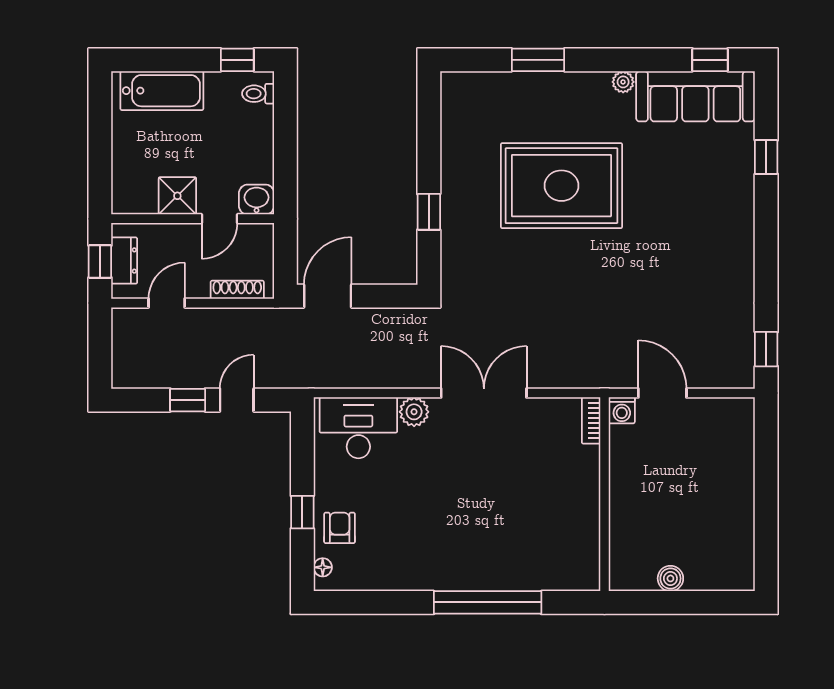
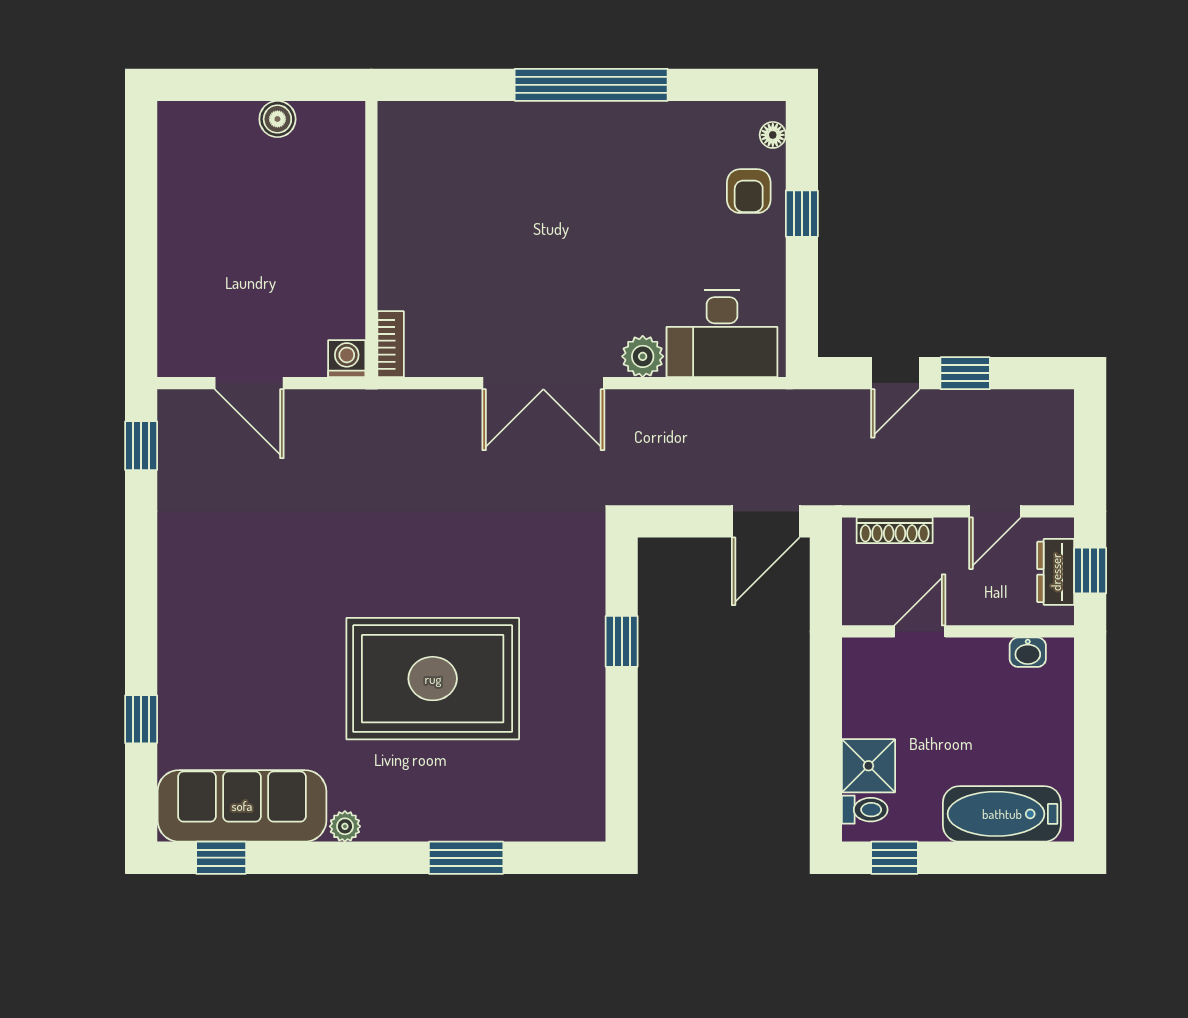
shower: (177, 196) -> (868, 766), moved
washbasin: (257, 200) -> (1028, 652), moved, width x0.72, depth x0.69
door: (662, 393) -> (249, 383), moved
window: (488, 602) -> (591, 85), moved

